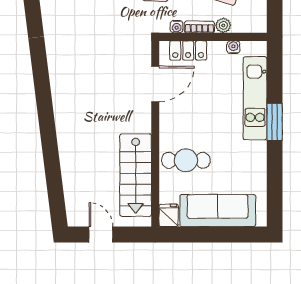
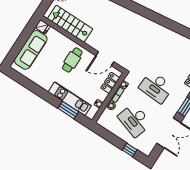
door: (155, 84) -> (105, 59), hinge flipped
window: (275, 122) -> (68, 110), moved
cafe table: (186, 160) -> (72, 60), moved

